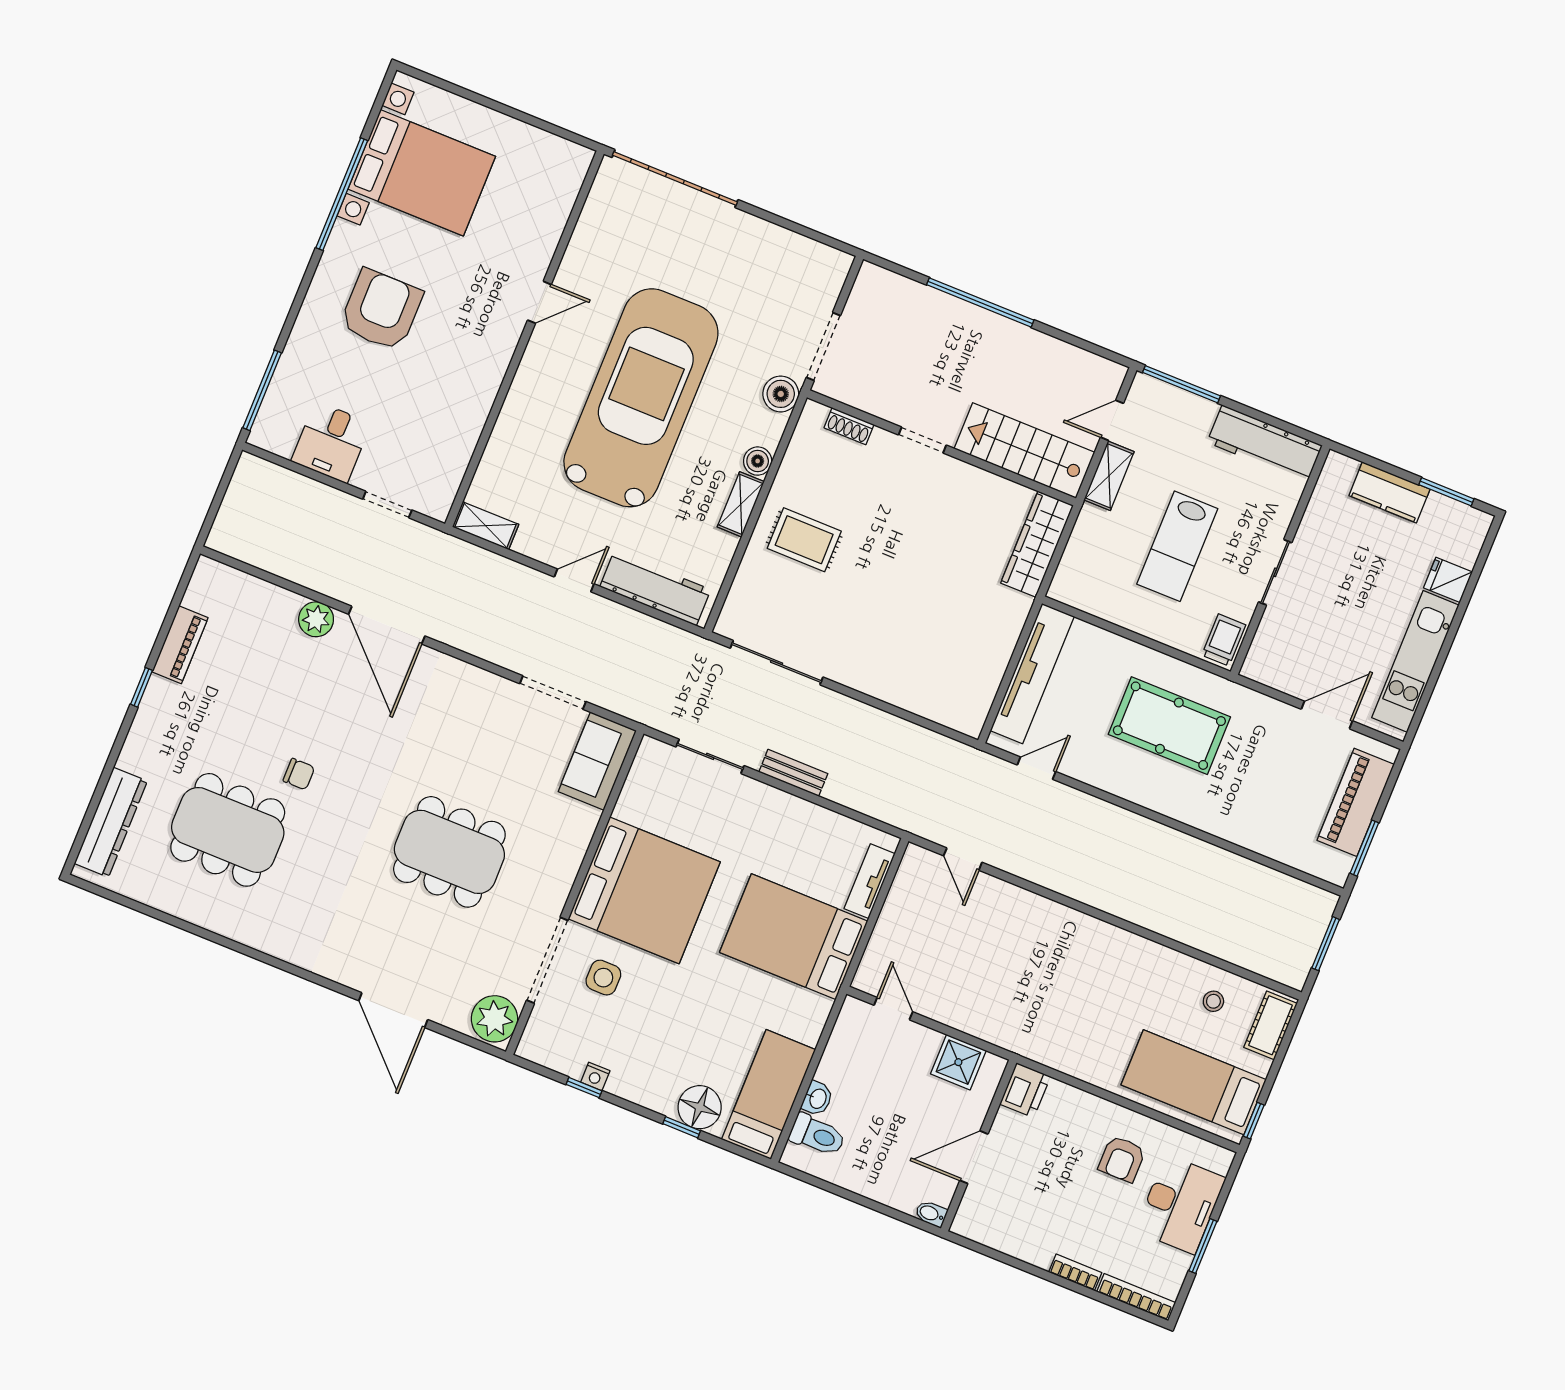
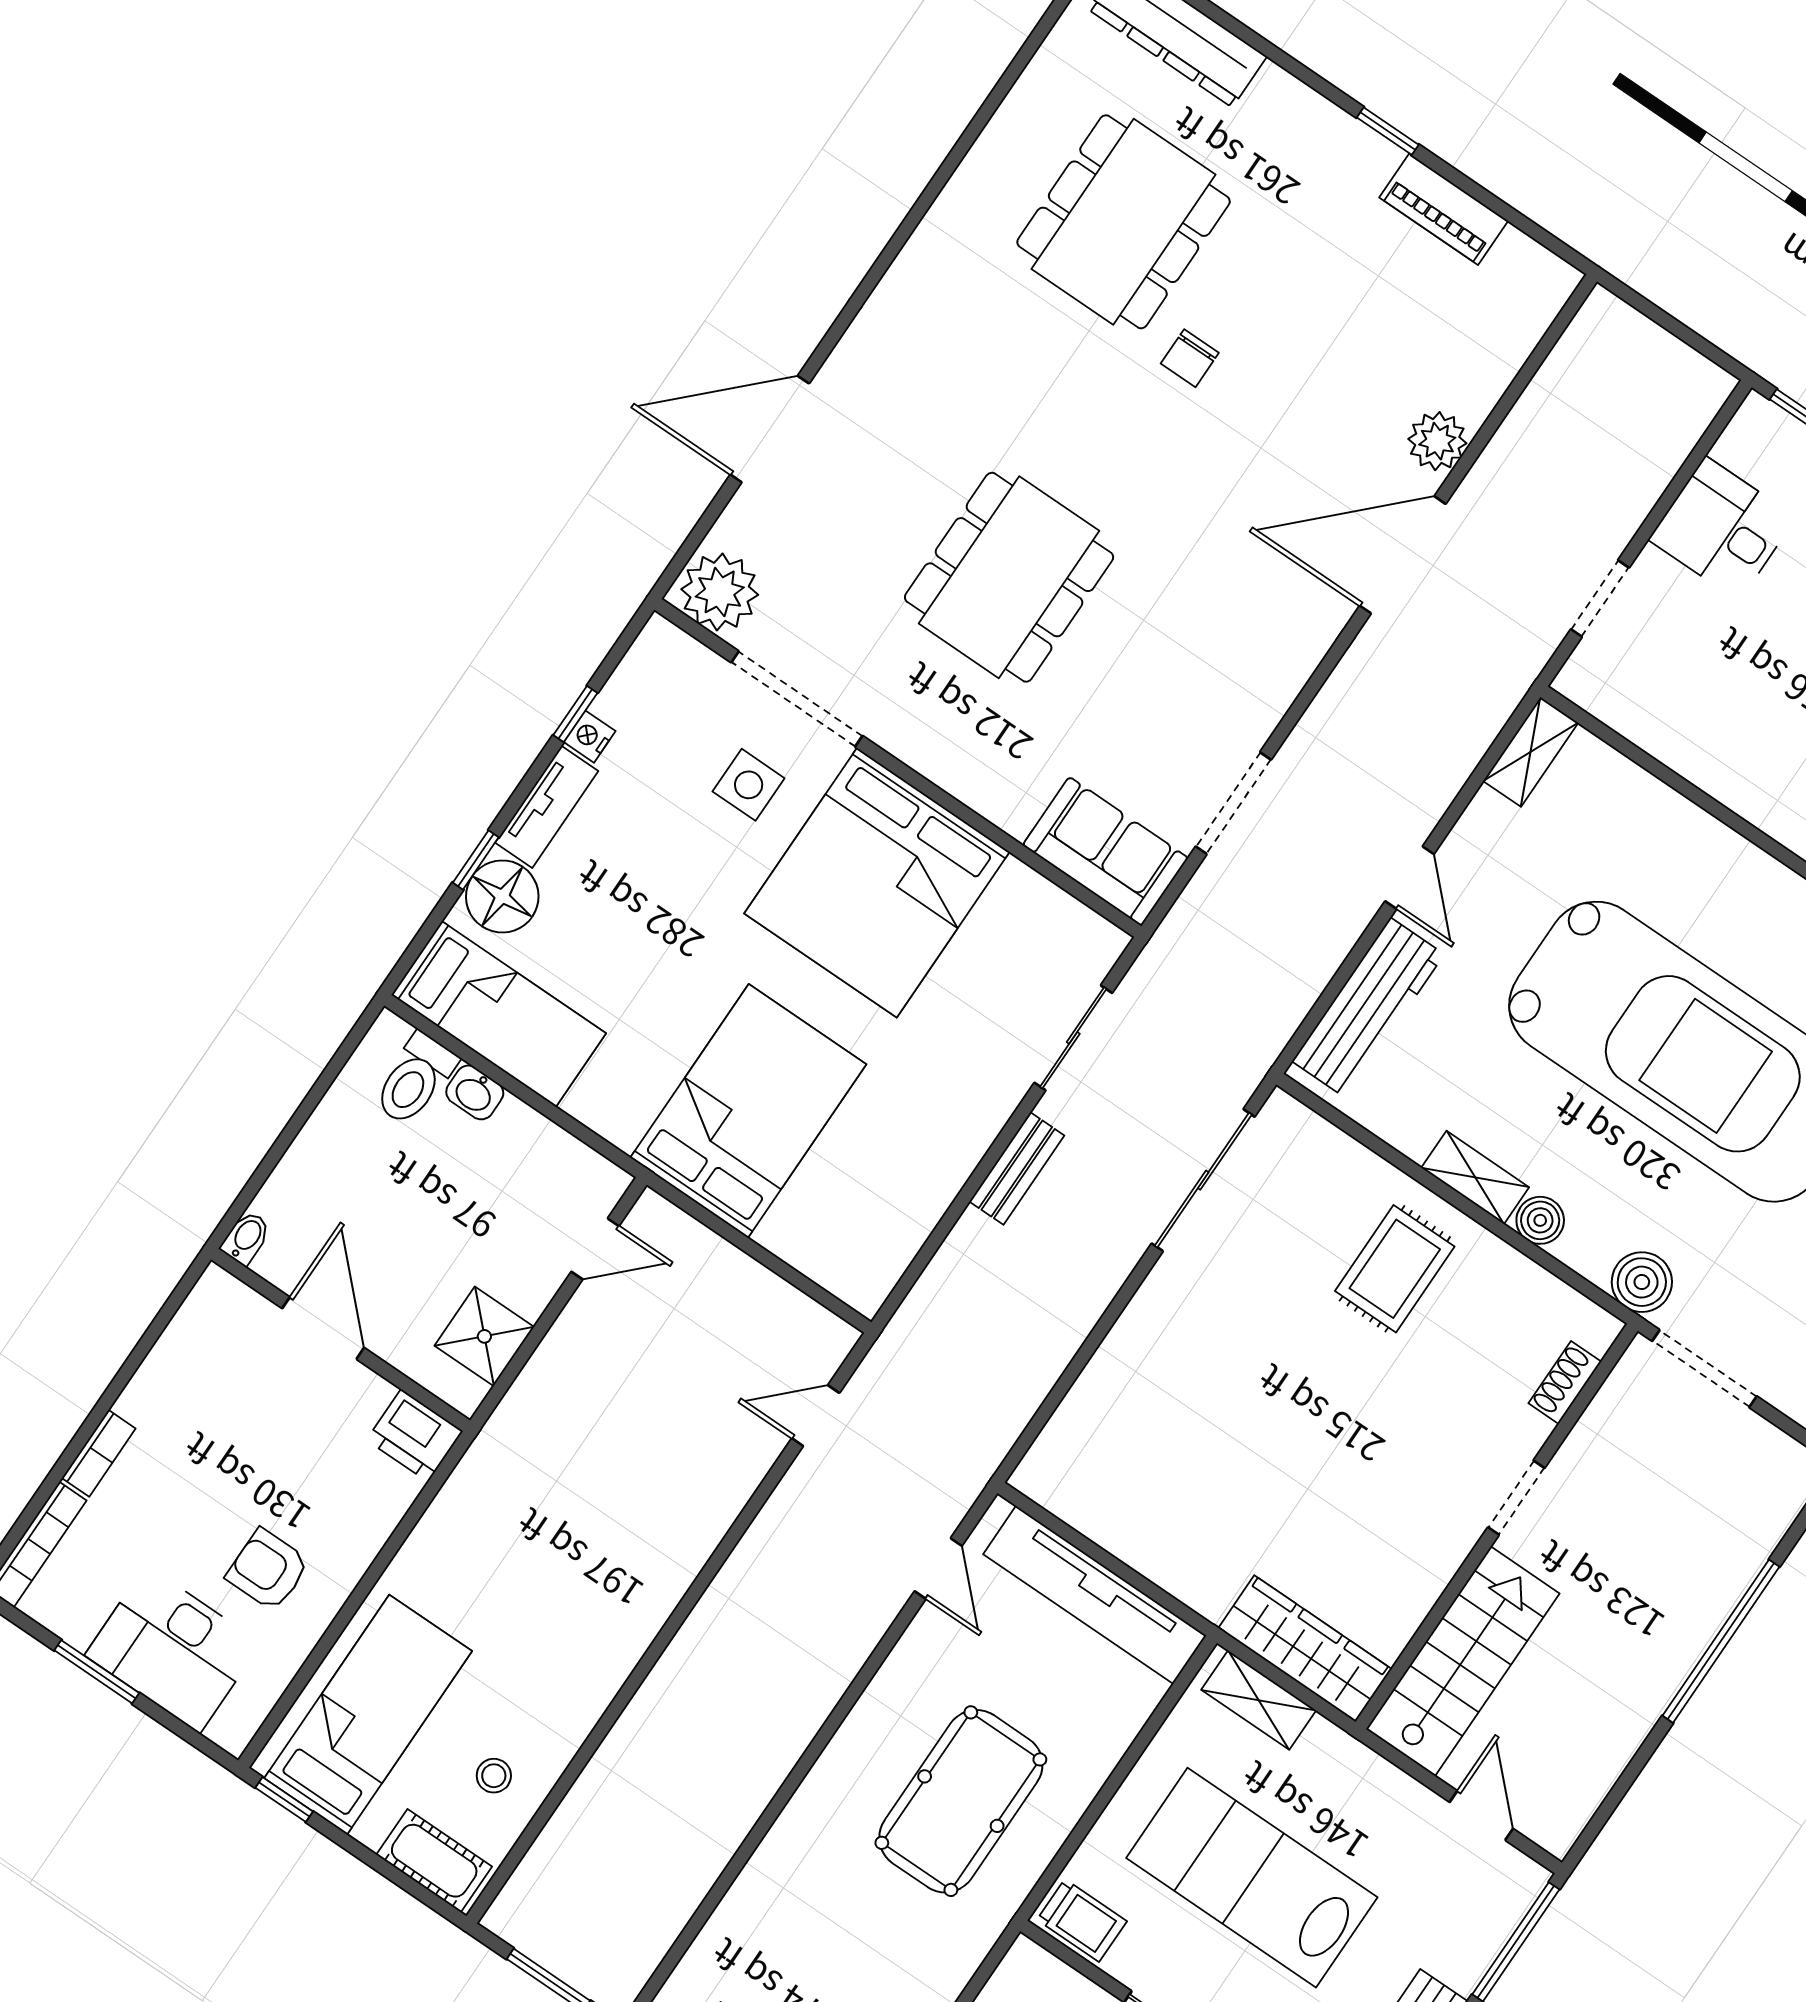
shelving: (1109, 476) -> (1259, 1700), moved
lab bench: (1177, 546) -> (1252, 1878), width x1.36, depth x1.39
tv unit: (870, 881) -> (547, 807), moved, turned 90

